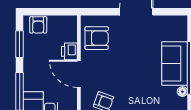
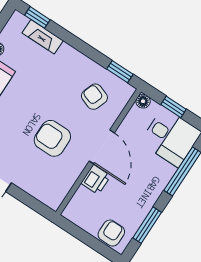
armchair: (97, 38) -> (52, 138), moved

